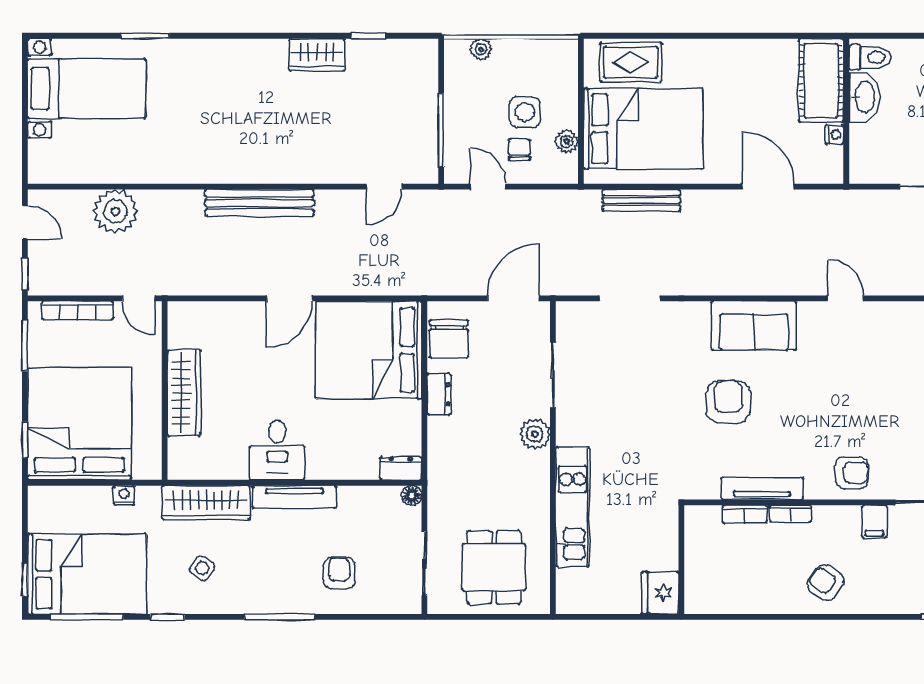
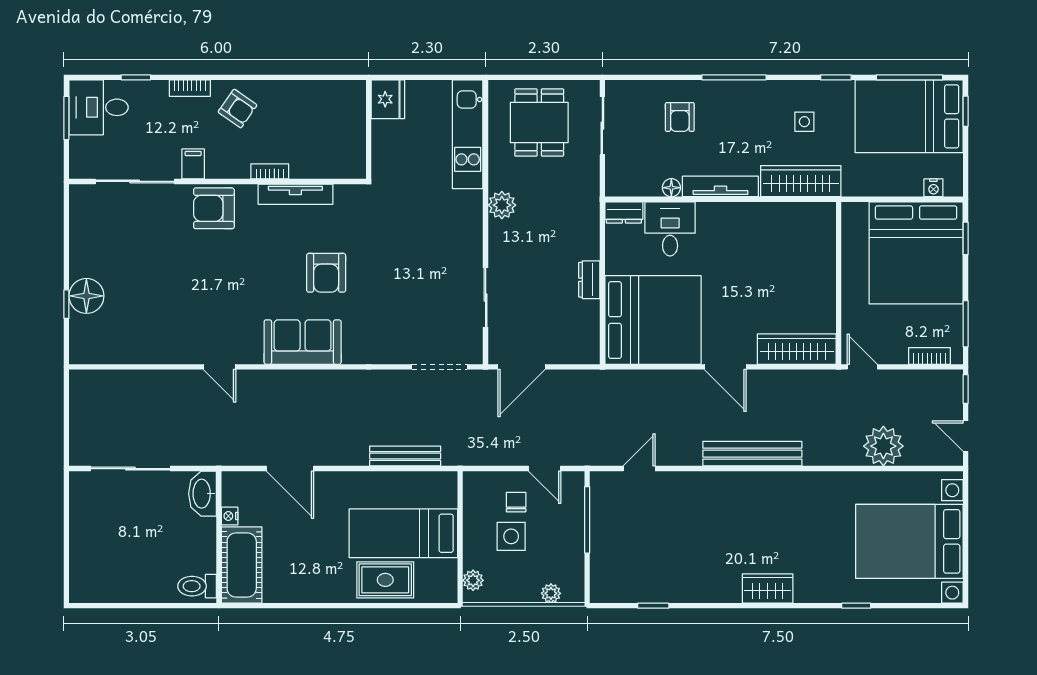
window: (145, 36) -> (856, 606), width x0.67
wardrobe: (317, 55) -> (768, 588), moved
rug: (631, 62) -> (385, 580), moved
bed with nightstands: (87, 88) -> (909, 541), width x1.36
washbasin: (864, 97) -> (202, 494), moved
bed: (643, 129) -> (403, 533), width x0.67
plant: (567, 141) -> (473, 580), moved
chair: (519, 150) -> (516, 502), turned 180
door: (289, 298) -> (725, 367), swing flipped
doorway: (630, 298) -> (440, 367), moved
bookcase: (78, 310) -> (929, 356), width x0.64
chair: (449, 339) -> (580, 330), removed
wardrobe: (184, 393) -> (797, 349), moved, turned 90
plant: (535, 434) -> (502, 205), moved
desk: (277, 450) -> (670, 229), moved
armchair: (852, 473) -> (214, 208), width x1.38, depth x1.38
nightstand: (124, 495) -> (933, 188), moved
floor lamp: (412, 496) -> (671, 188), moved
kitchen unit: (573, 507) -> (468, 134), moved
bookcase: (745, 514) -> (190, 88), moved, turned 180
side table: (202, 568) -> (804, 122), turned -35

